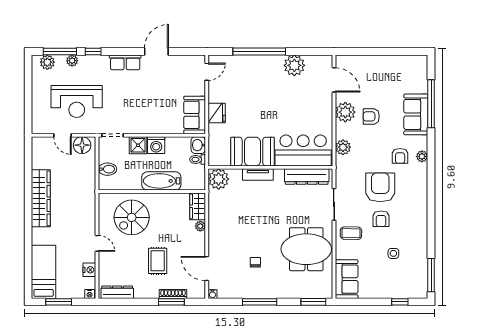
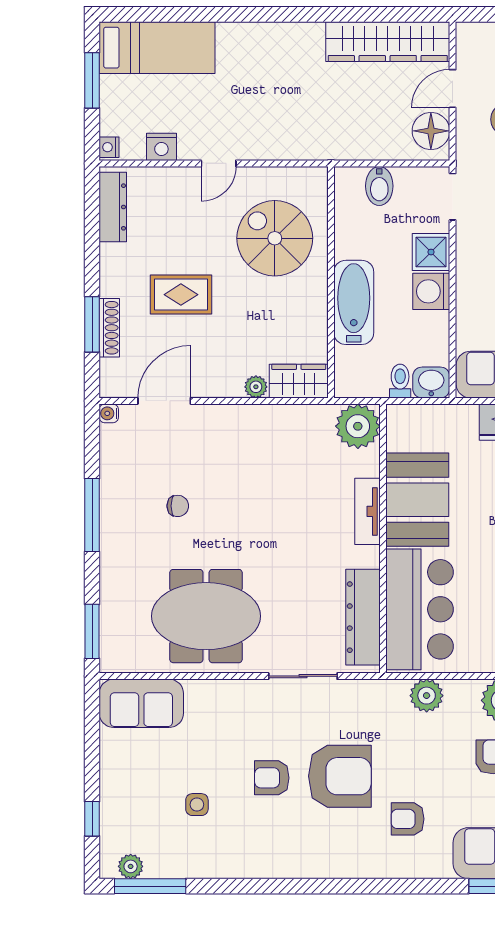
plant: (422, 156) -> (131, 866), moved
wardrobe: (41, 198) -> (388, 42), moved
coffee table: (351, 233) -> (241, 713), removed
meeting table: (306, 249) -> (206, 616), turned 90

